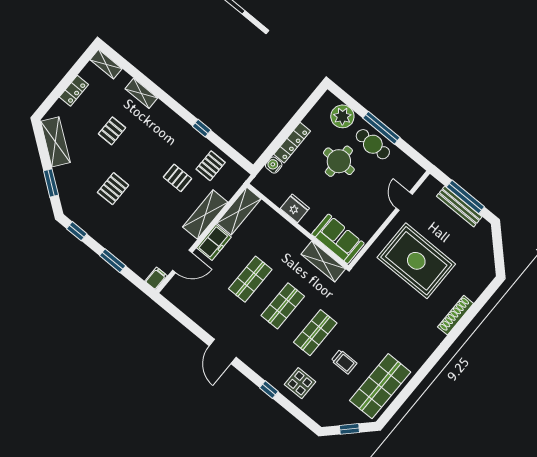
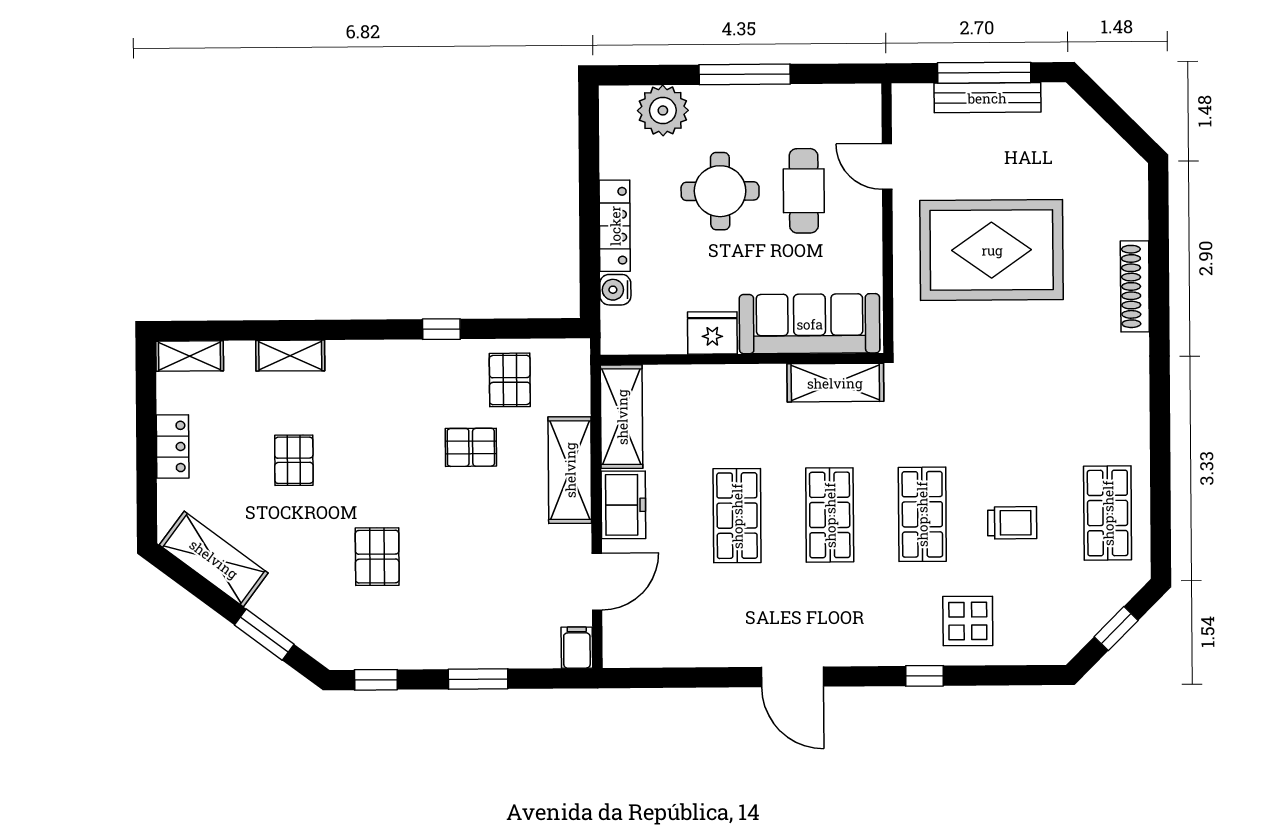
cafe table: (373, 144) -> (804, 191), moved, turned 90
sofa: (338, 239) -> (810, 324), width x1.36
shop shelf: (380, 386) -> (1108, 513), width x0.70, depth x0.74

